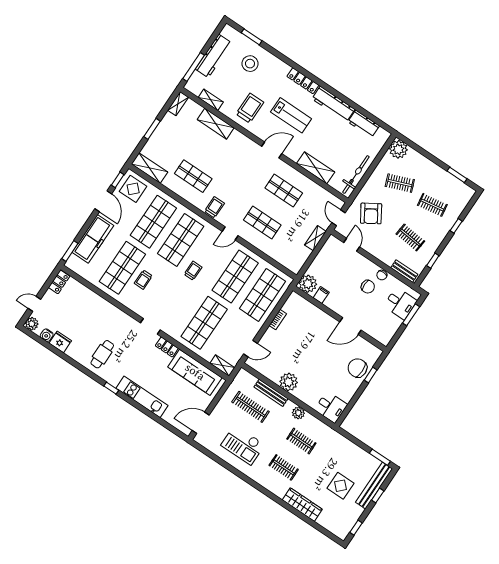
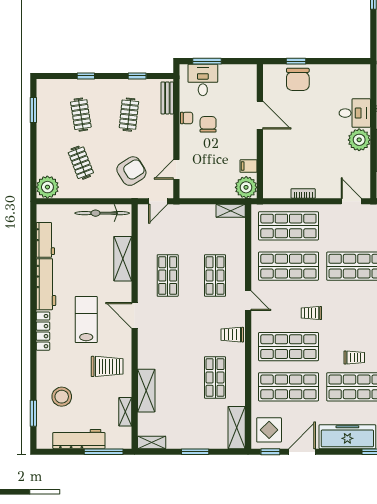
trolley: (250, 108) -> (107, 366), turned 180
shelving: (315, 238) -> (231, 211), moved
desk: (331, 407) -> (355, 113), moved, turned 90

